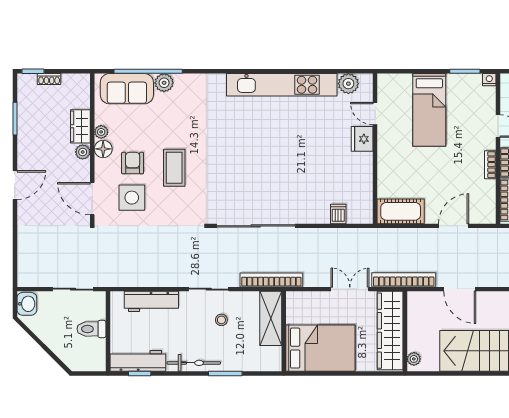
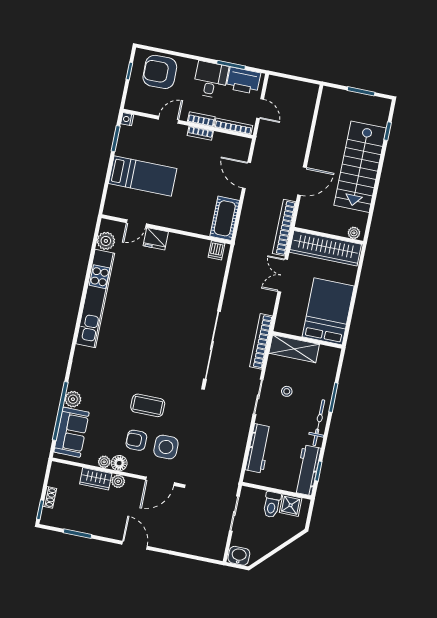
dishwasher: (338, 214) -> (216, 250), moved, turned -90
shower: (95, 350) -> (291, 505), added

